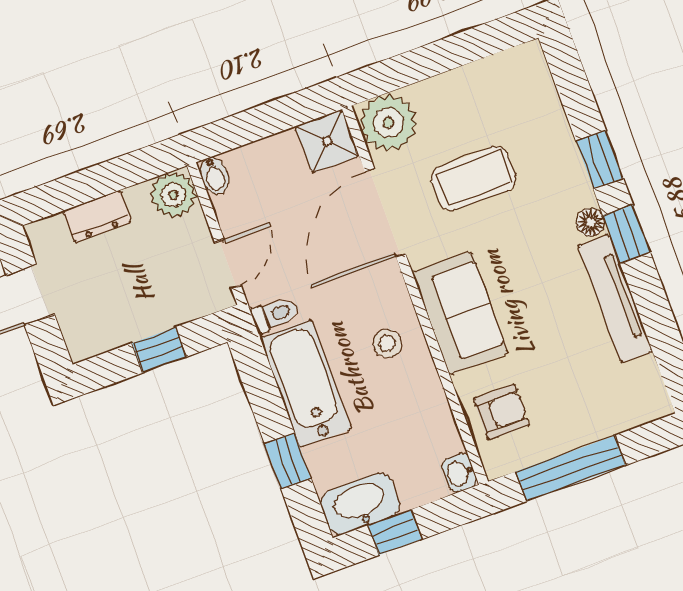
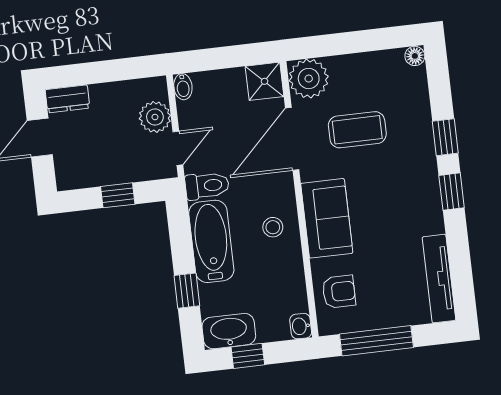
plant: (173, 195) -> (155, 117), moved
dresser: (97, 217) -> (67, 99), moved
floor lamp: (591, 222) -> (415, 56), moved
tv unit: (615, 299) -> (439, 279), moved
toilet: (275, 315) -> (207, 186), width x1.37, depth x1.39

